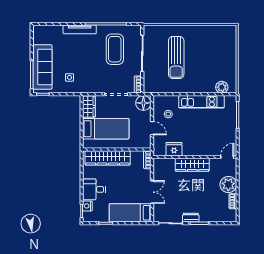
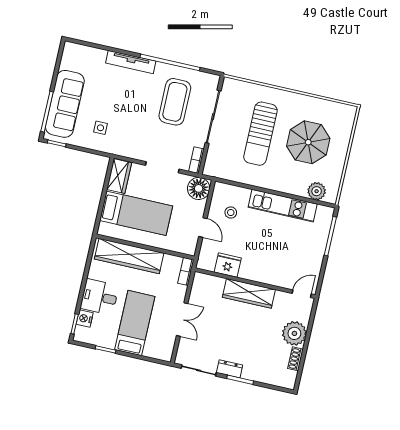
parasol: (209, 56) -> (308, 142), added
bed: (130, 213) -> (135, 323), moved, turned 90

